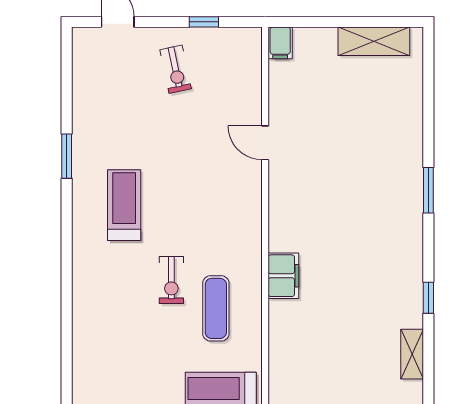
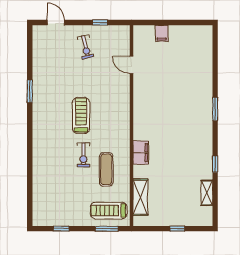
shelving: (374, 41) -> (140, 197), moved, turned 90
filing cabinet: (280, 43) -> (162, 33), moved
door: (265, 143) -> (131, 65), moved
treadmill: (124, 205) -> (81, 115), moved

